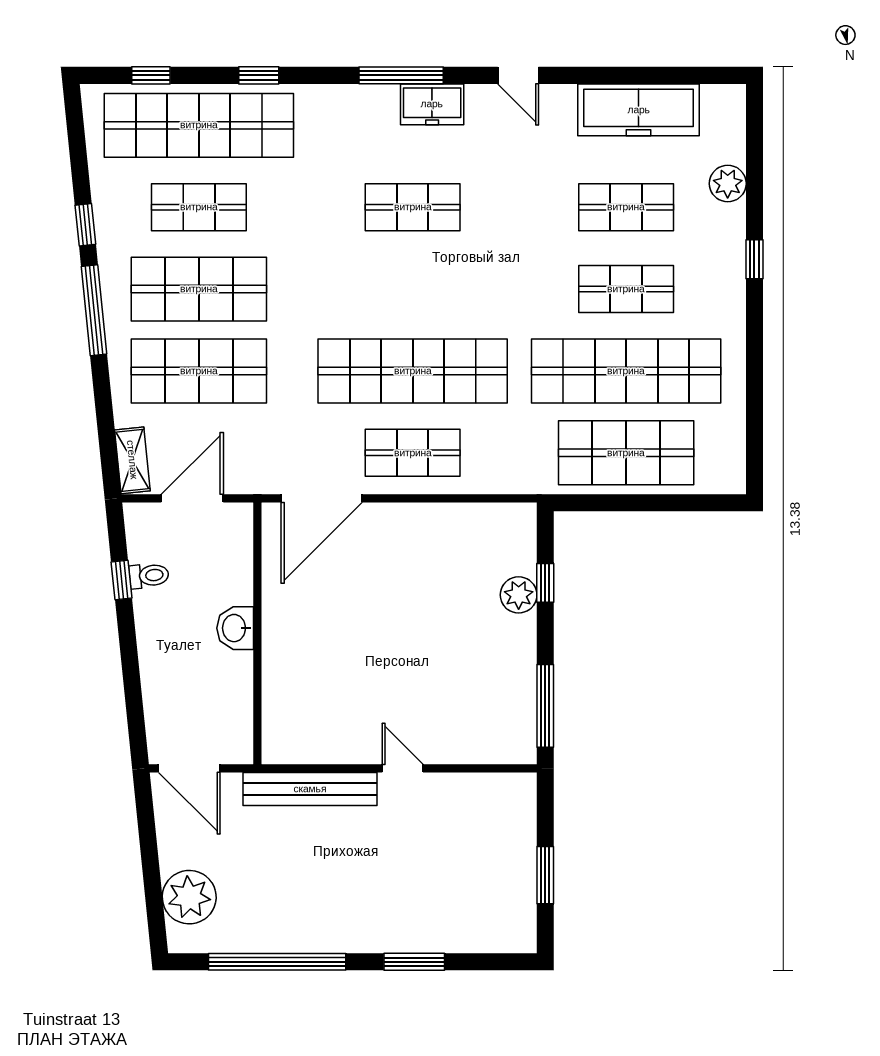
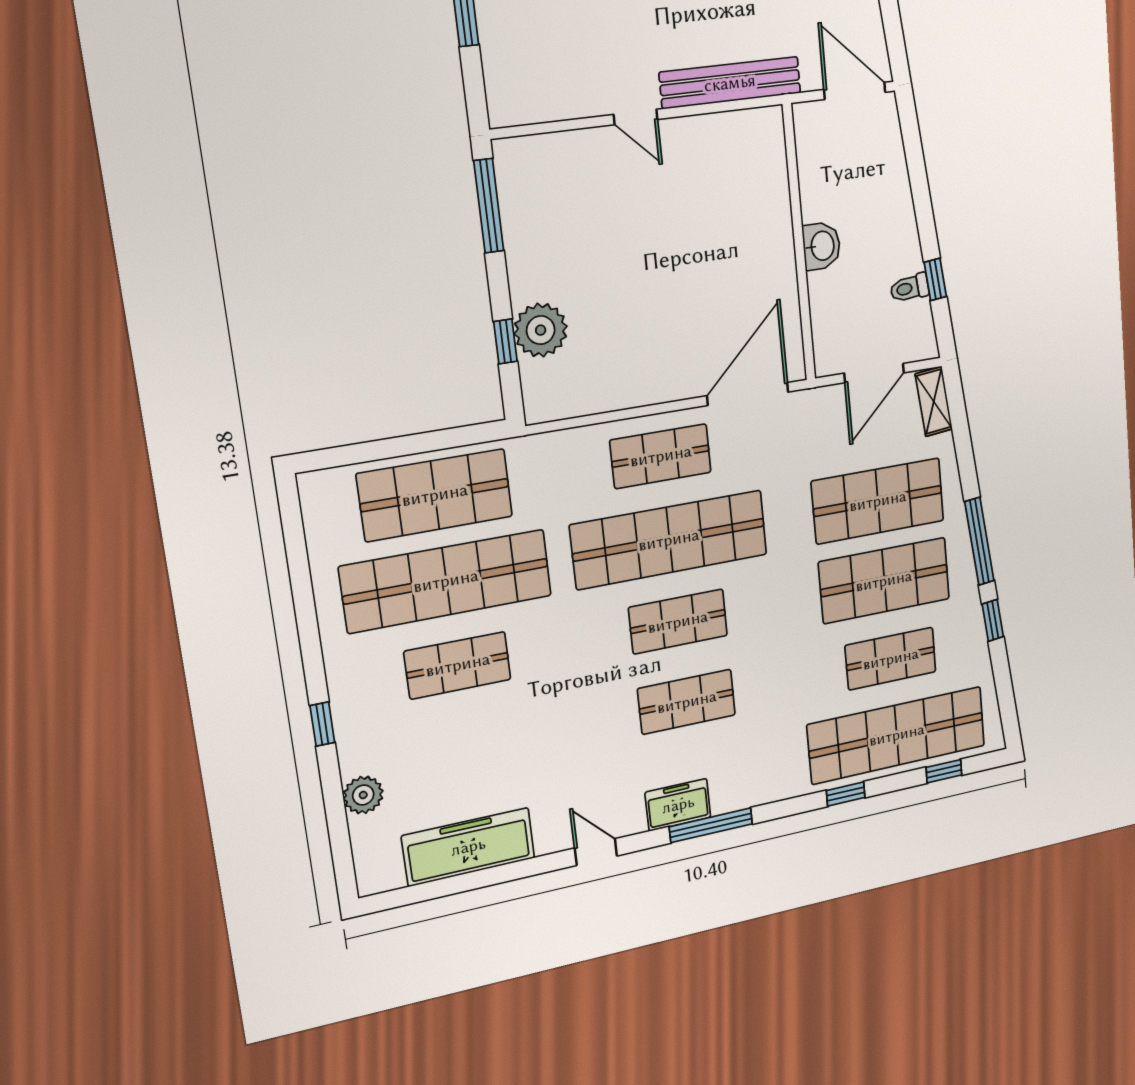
shop shelf: (626, 207) -> (678, 622), moved
plant: (519, 595) -> (541, 330), width x1.36, depth x1.36

